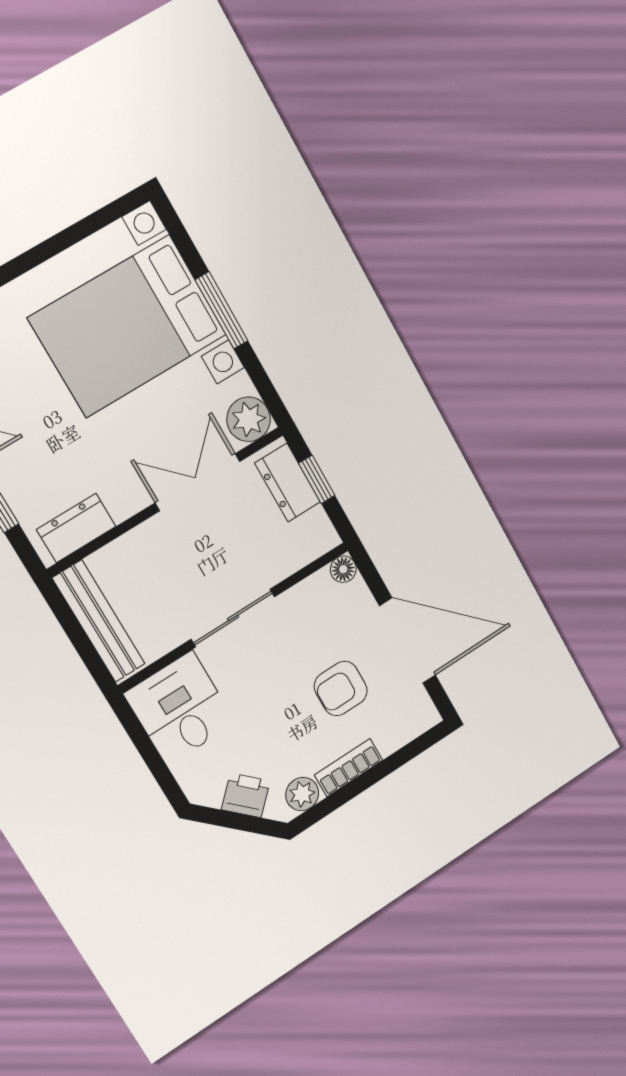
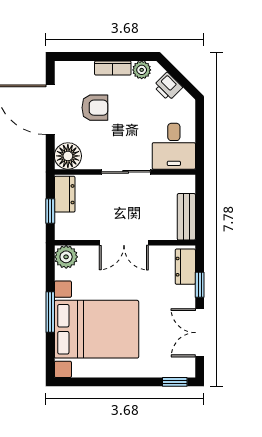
double door: (198, 482) -> (124, 243), moved
dresser: (288, 483) -> (65, 194), moved
dresser: (76, 528) -> (185, 267), moved, turned 90
floor lamp: (343, 569) -> (68, 156), width x1.89, depth x1.89
bench: (99, 621) -> (186, 217), width x0.73

